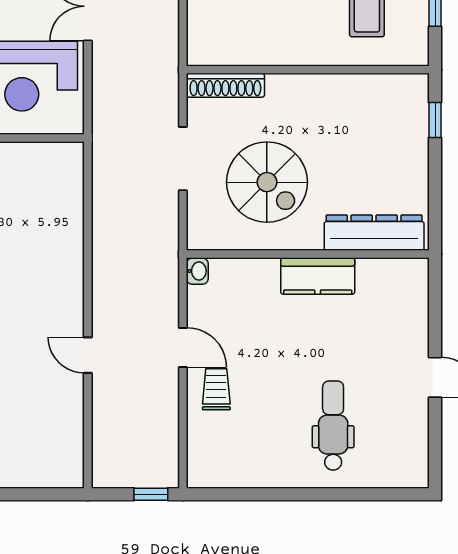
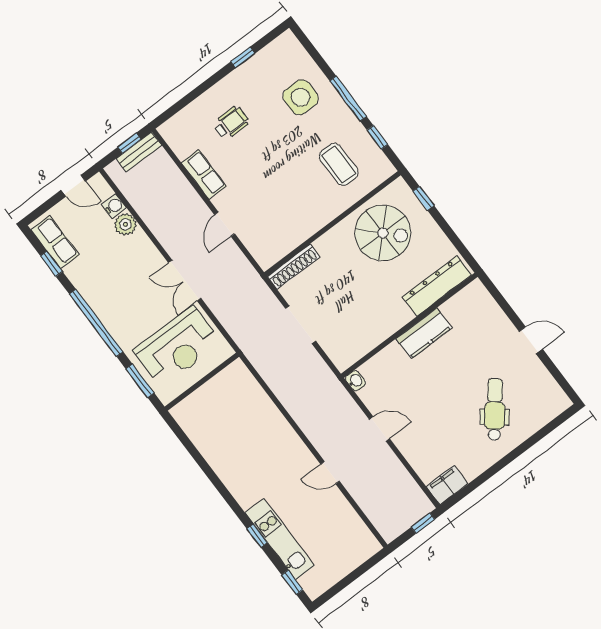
spiral stairs: (267, 182) -> (383, 233), moved
trolley: (216, 389) -> (415, 438), removed
dental chair: (333, 426) -> (495, 409), turned 38
filing cabinet: (212, 471) -> (447, 485), added

